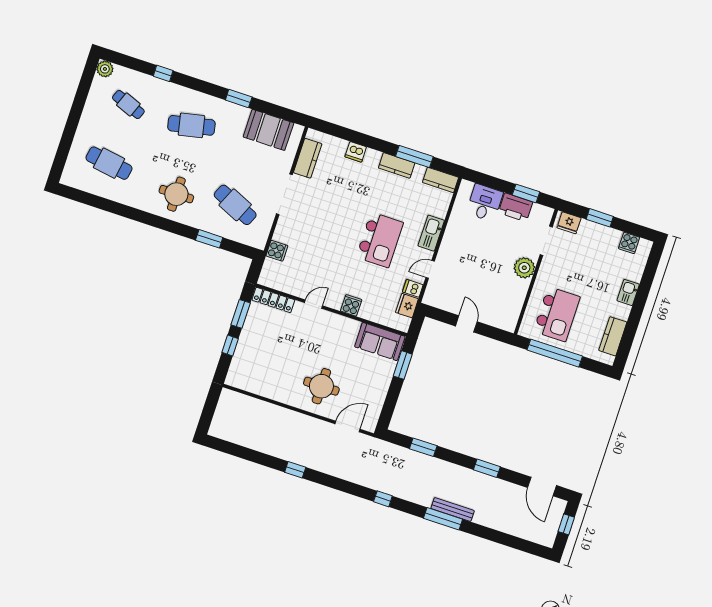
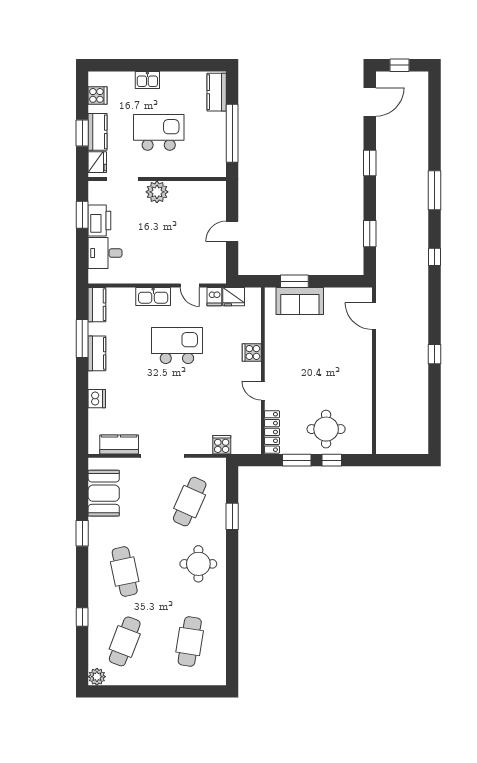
cafe table: (128, 104) -> (125, 641), width x1.37, depth x1.35
kitchen counter: (596, 232) -> (98, 132), added
kitchen island: (557, 314) -> (159, 132), moved
kitchen counter: (613, 336) -> (217, 92), moved, turned 90
sofa: (380, 342) -> (300, 301), moved, turned 90
round table: (321, 386) -> (326, 429), moved
bench: (453, 510) -> (422, 184), removed

